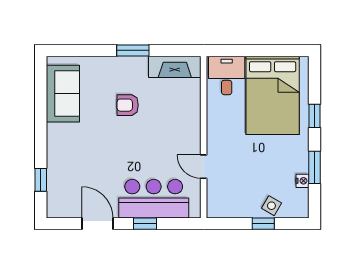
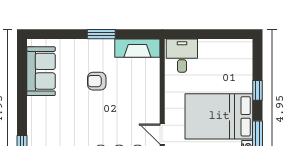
bed: (273, 95) -> (219, 116), moved, turned 90

